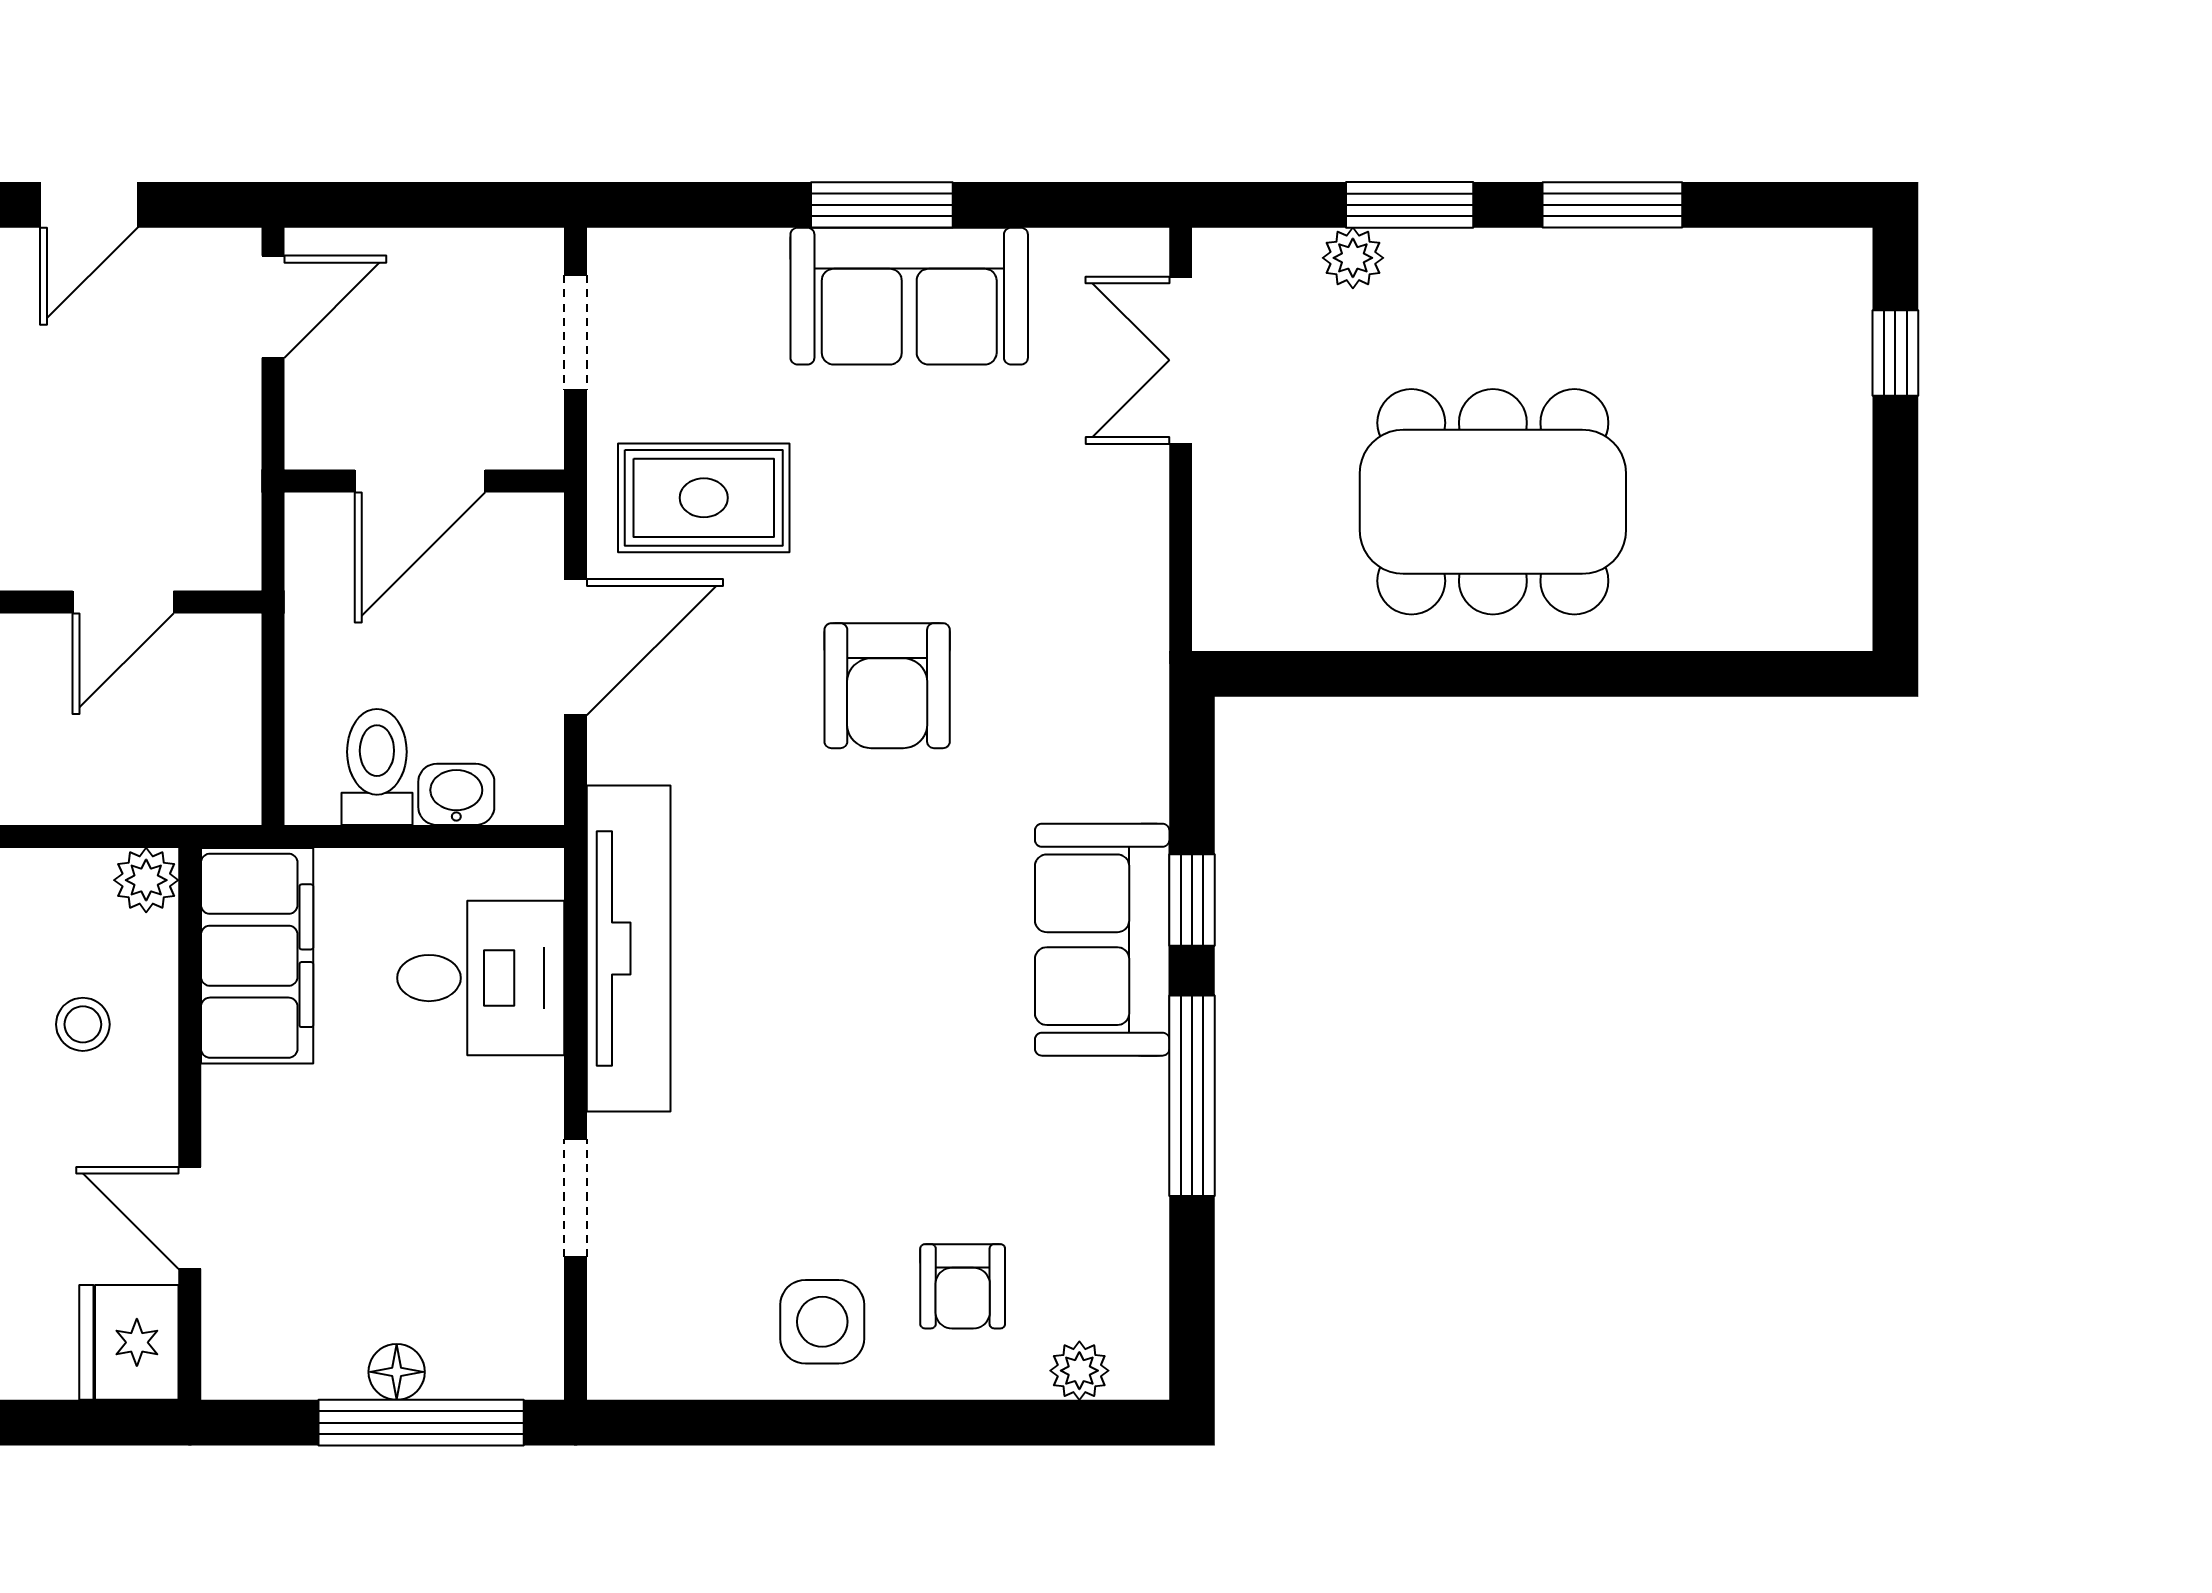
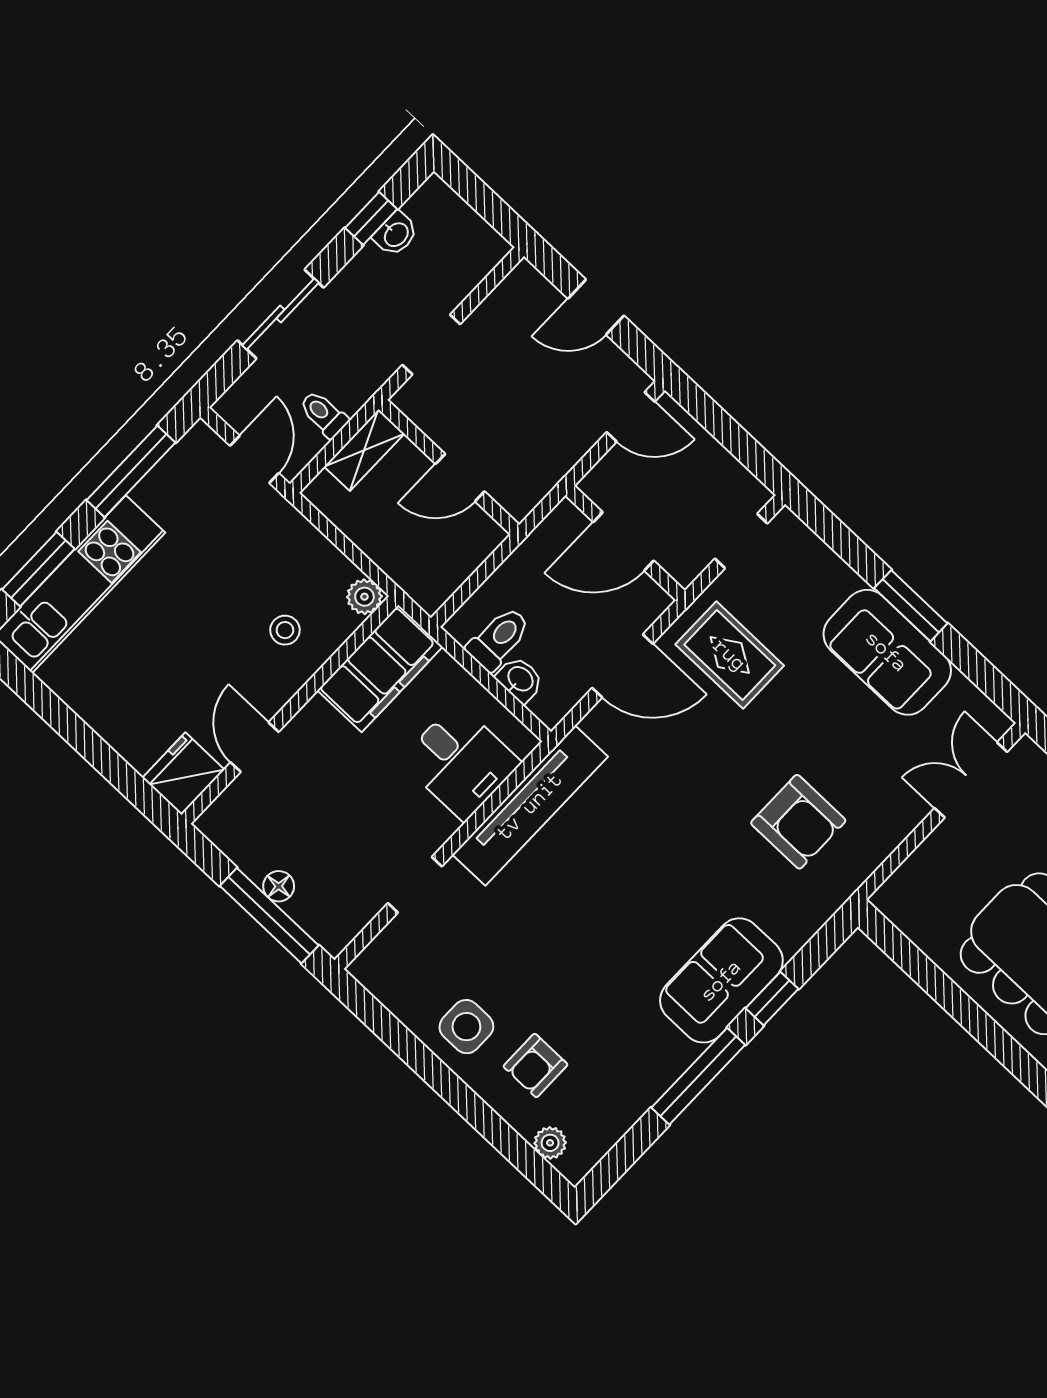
armchair: (887, 686) -> (798, 822), moved, turned -90

